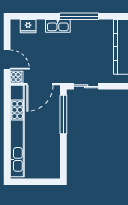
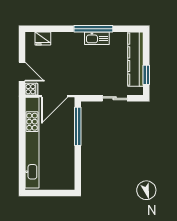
kitchen sink: (58, 26) -> (97, 38), moved
sliding door: (86, 86) -> (115, 98), moved

